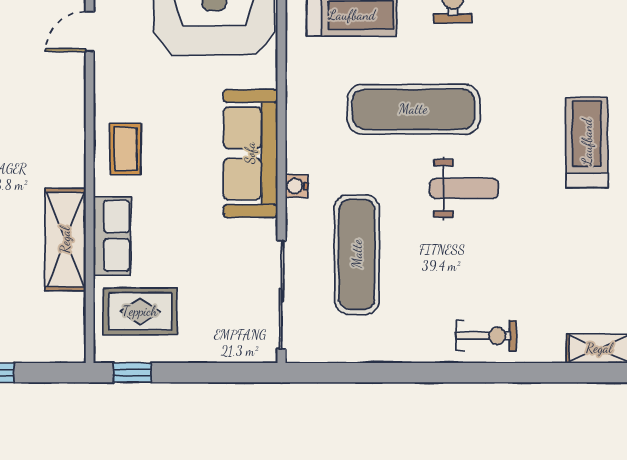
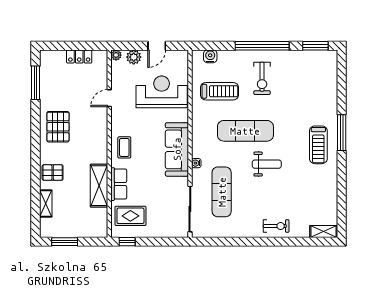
treadmill: (587, 142) -> (318, 145), turned 180

